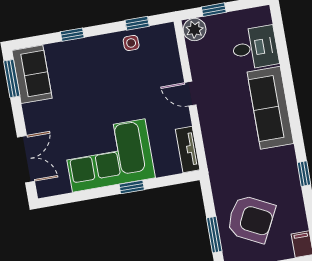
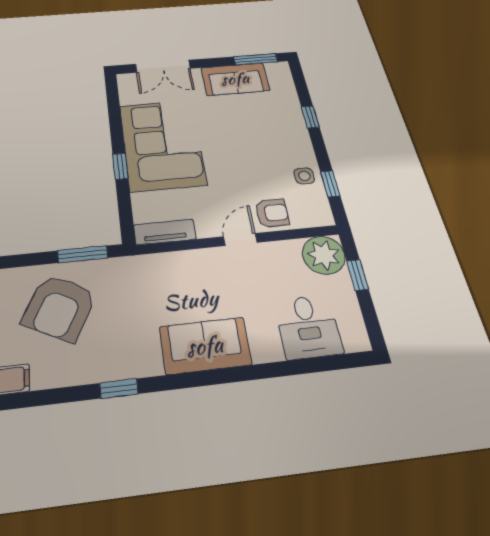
plant: (195, 30) -> (324, 255), width x1.36, depth x1.36
armchair: (166, 70) -> (272, 213), added
sofa: (32, 74) -> (235, 79), moved
sofa: (270, 108) -> (205, 346), width x0.73
window: (214, 235) -> (83, 254), moved

